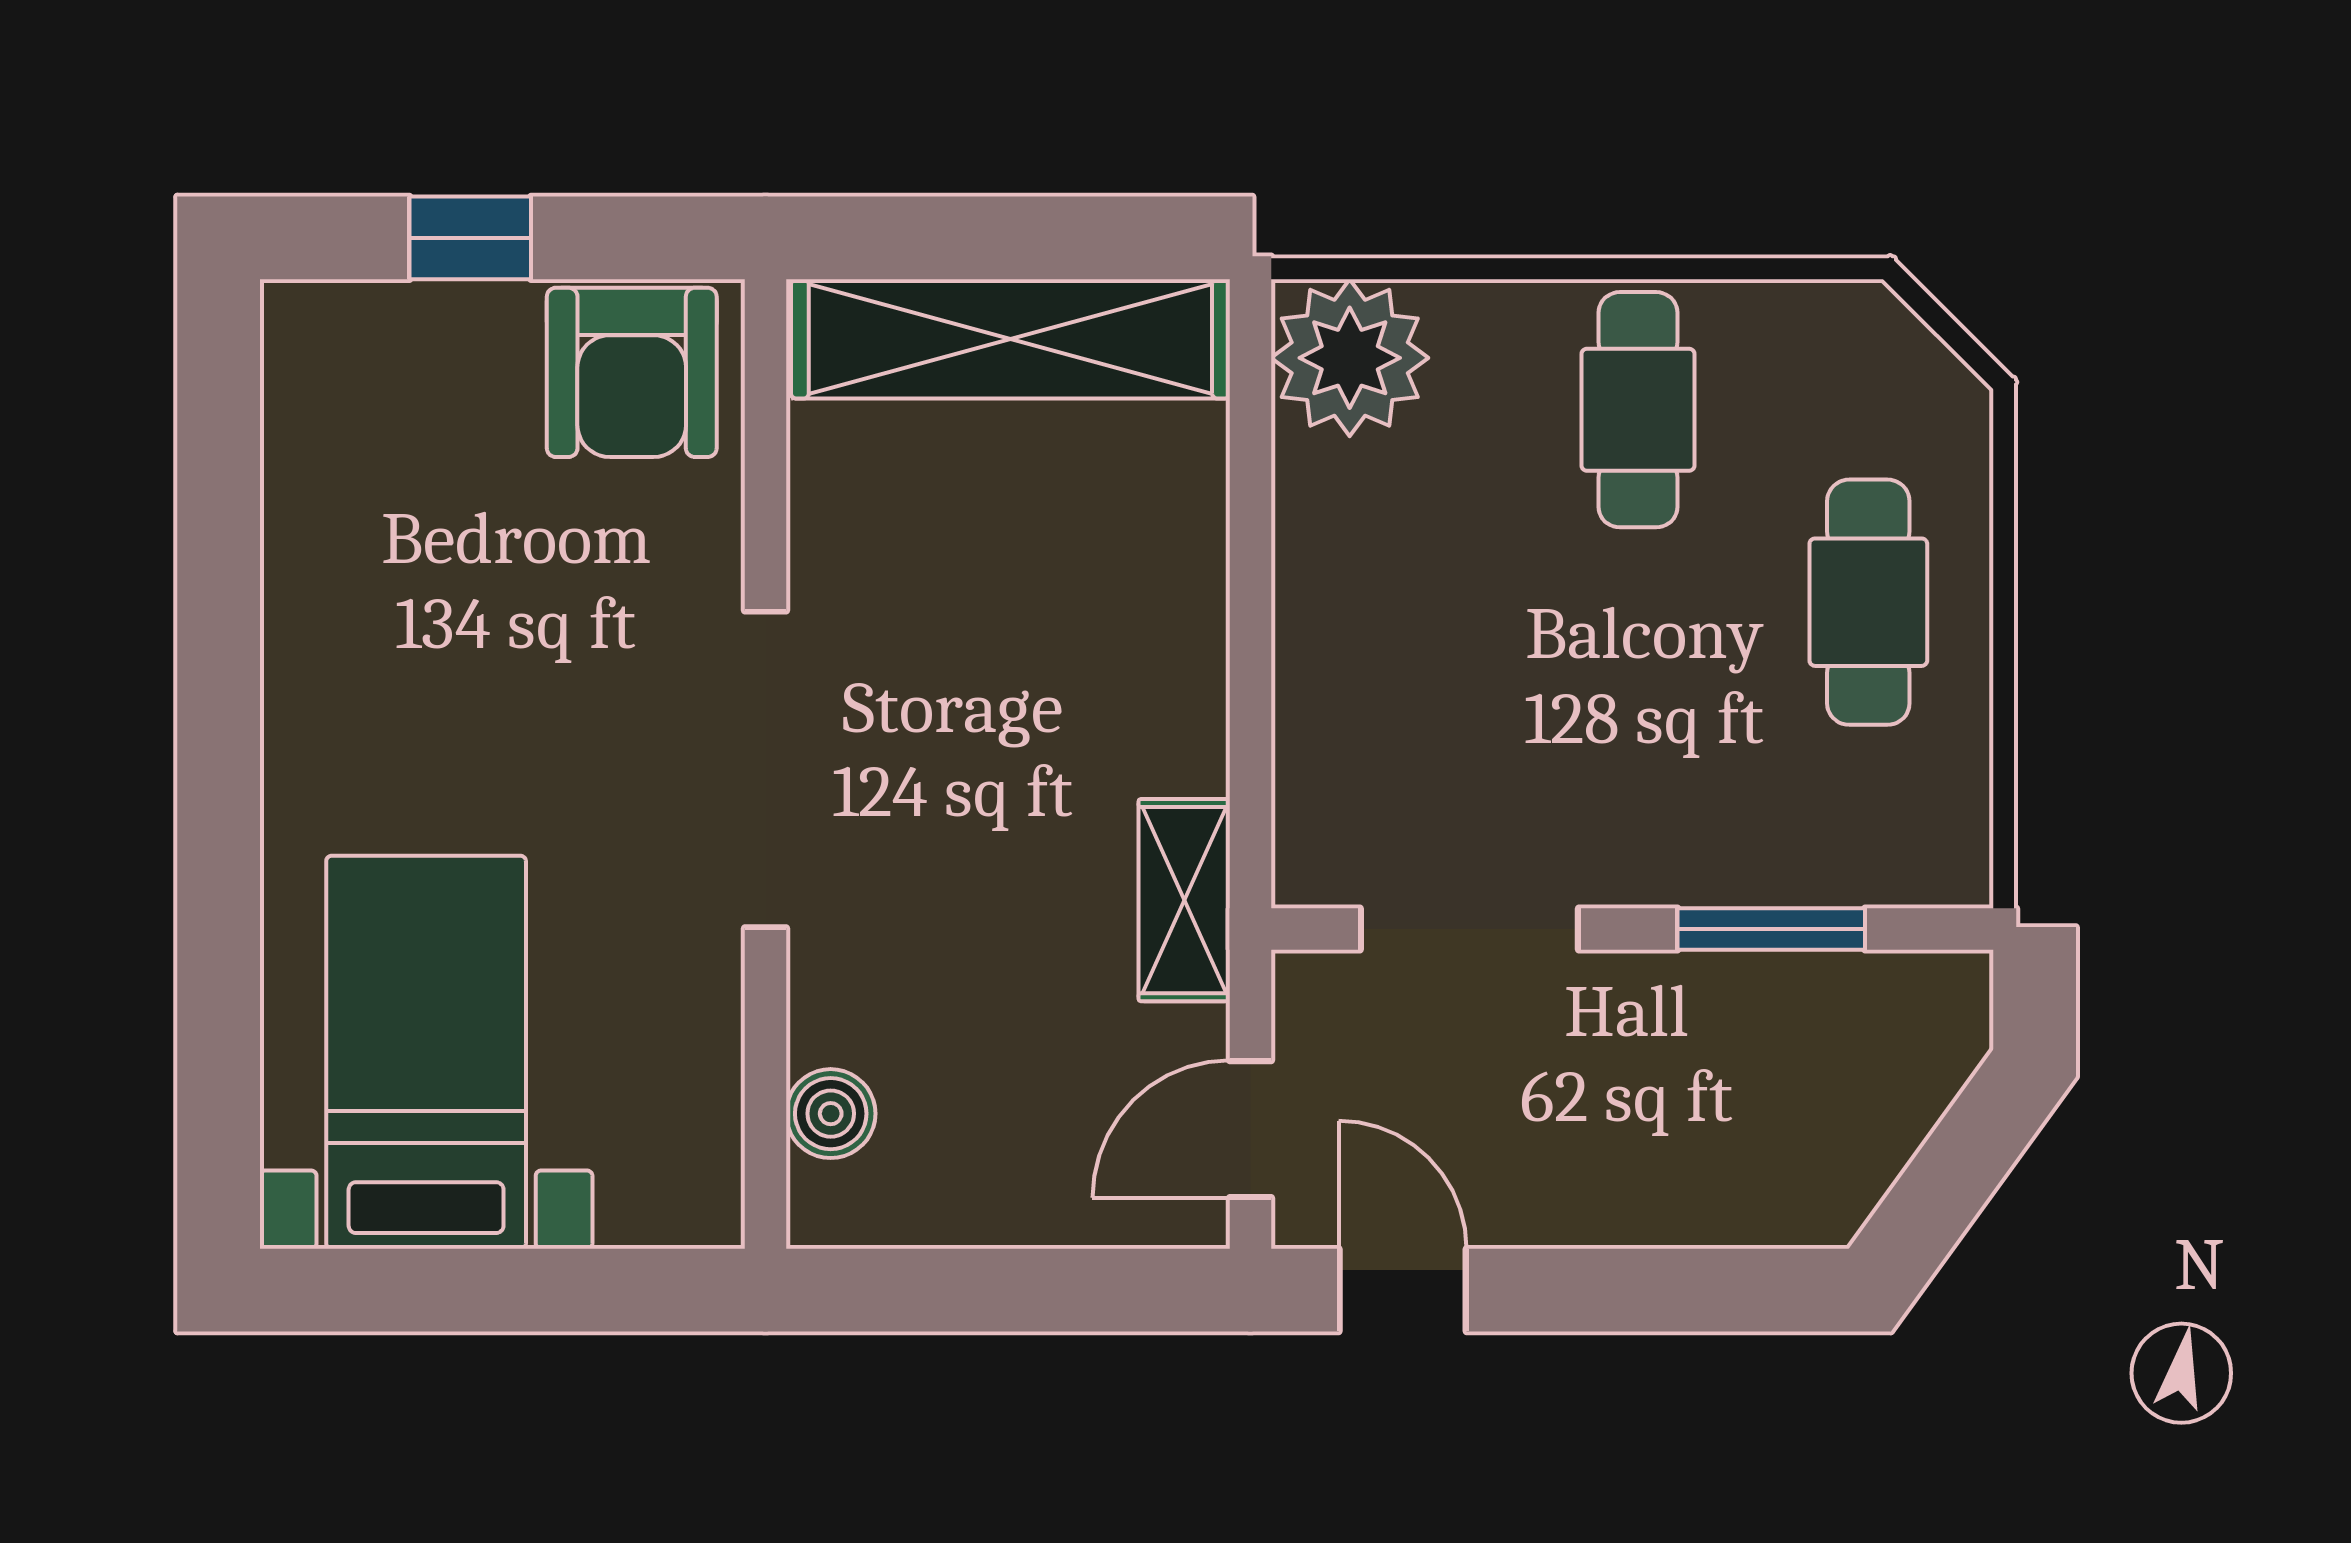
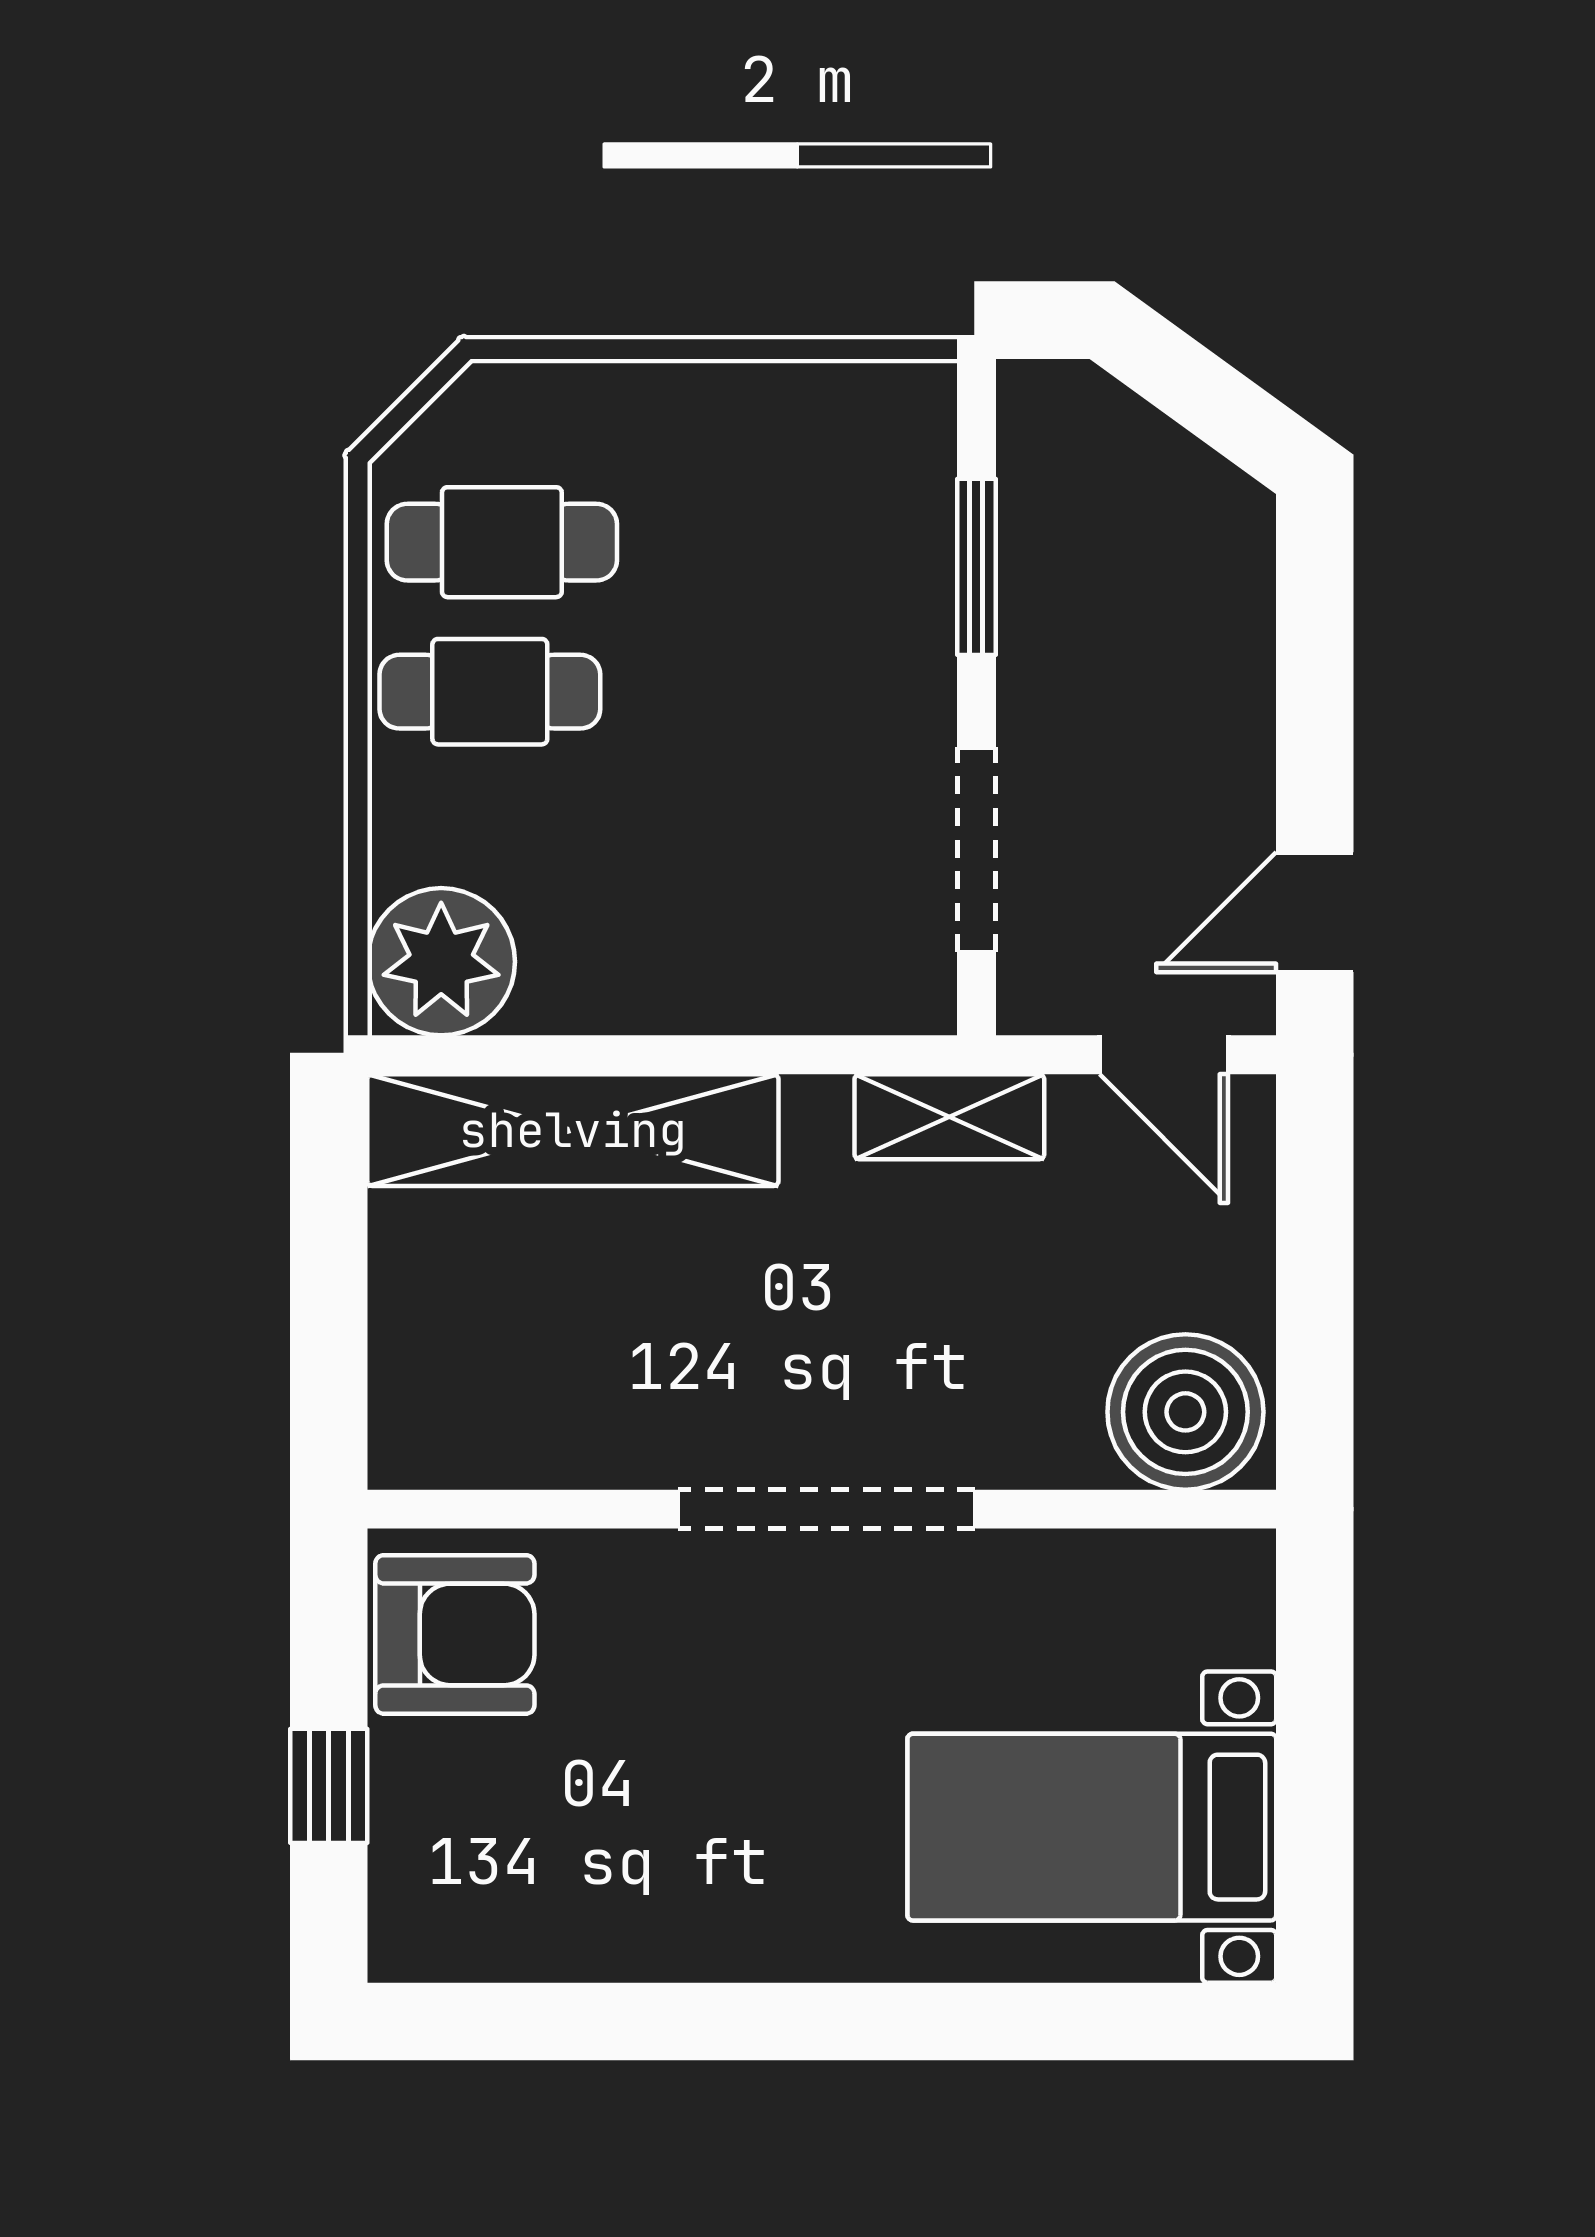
shelving: (1010, 339) -> (573, 1130), moved, turned 90
cafe table: (1868, 602) -> (502, 542), moved
boiler: (831, 1114) -> (1185, 1412), width x1.86, depth x1.86

